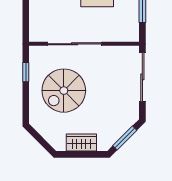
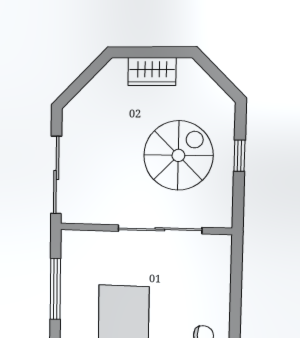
window: (26, 72) -> (239, 156), moved
window: (125, 138) -> (84, 79), removed

